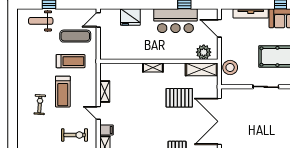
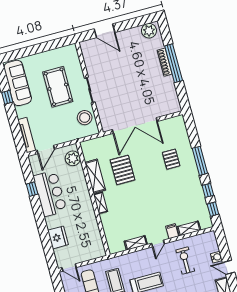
tv unit: (251, 13) -> (27, 135), moved
stool: (230, 67) -> (85, 118), moved
shelving: (202, 69) -> (95, 176), moved

